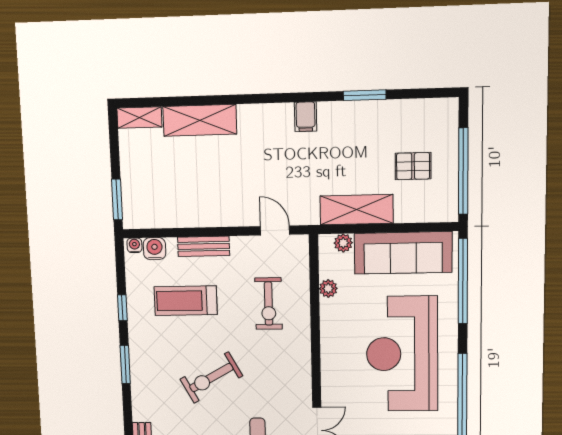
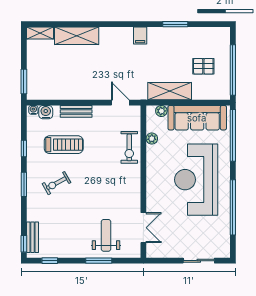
treadmill: (186, 301) -> (64, 145), turned 180
exercise bike: (269, 303) -> (129, 147), moved
exercise bike: (211, 378) -> (56, 183), moved, width x0.73, depth x0.72

